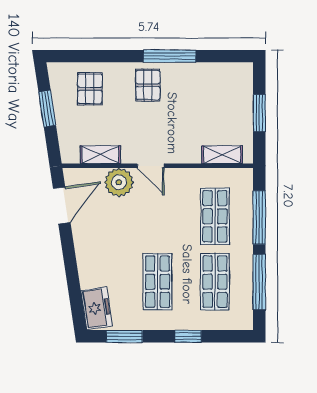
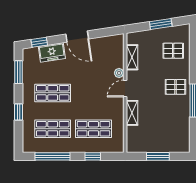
shelving: (222, 155) -> (132, 113), moved
plant: (119, 182) -> (119, 73), width x0.53, depth x0.53
door: (62, 205) -> (77, 37), moved
window: (259, 217) -> (93, 156), width x0.46
window: (76, 303) -> (39, 42), added
freezer: (97, 308) -> (52, 52), moved

